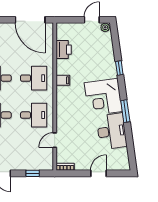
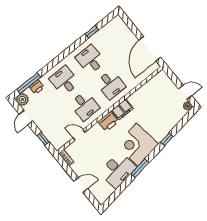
printer: (64, 50) -> (108, 122), moved
filing cabinet: (63, 80) -> (122, 109), width x2.00

